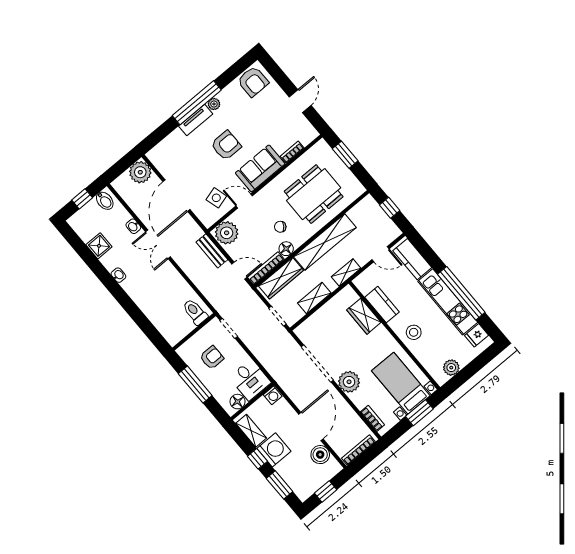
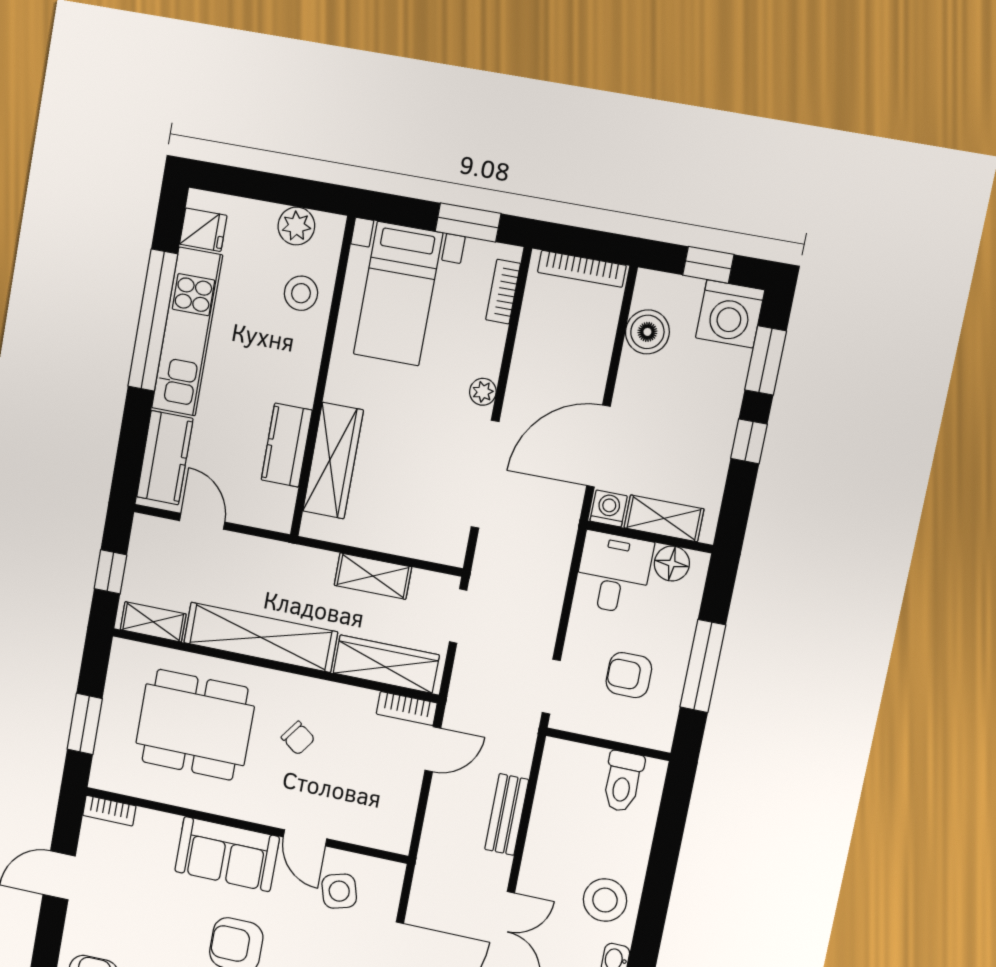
bookcase: (292, 152) -> (109, 811), moved
plant: (227, 233) -> (385, 825), removed
floor lamp: (286, 249) -> (327, 697), removed
bench: (212, 251) -> (507, 815), moved
bookcase: (266, 268) -> (407, 708), width x0.64
door: (239, 271) -> (433, 749), swing flipped
shelving: (346, 272) -> (153, 622), moved
stool: (142, 288) -> (605, 900), added
toilet: (195, 312) -> (623, 781), moved
wardrobe: (364, 316) -> (333, 461), width x1.50
stool: (414, 332) -> (301, 293), moved
plant: (349, 382) -> (483, 392), width x0.53, depth x0.53
window: (419, 413) -> (468, 222), moved
door: (311, 426) -> (598, 446), moved
shelving: (251, 431) -> (664, 518), moved, turned 90
washing machine: (274, 450) -> (730, 314), moved, turned -90

